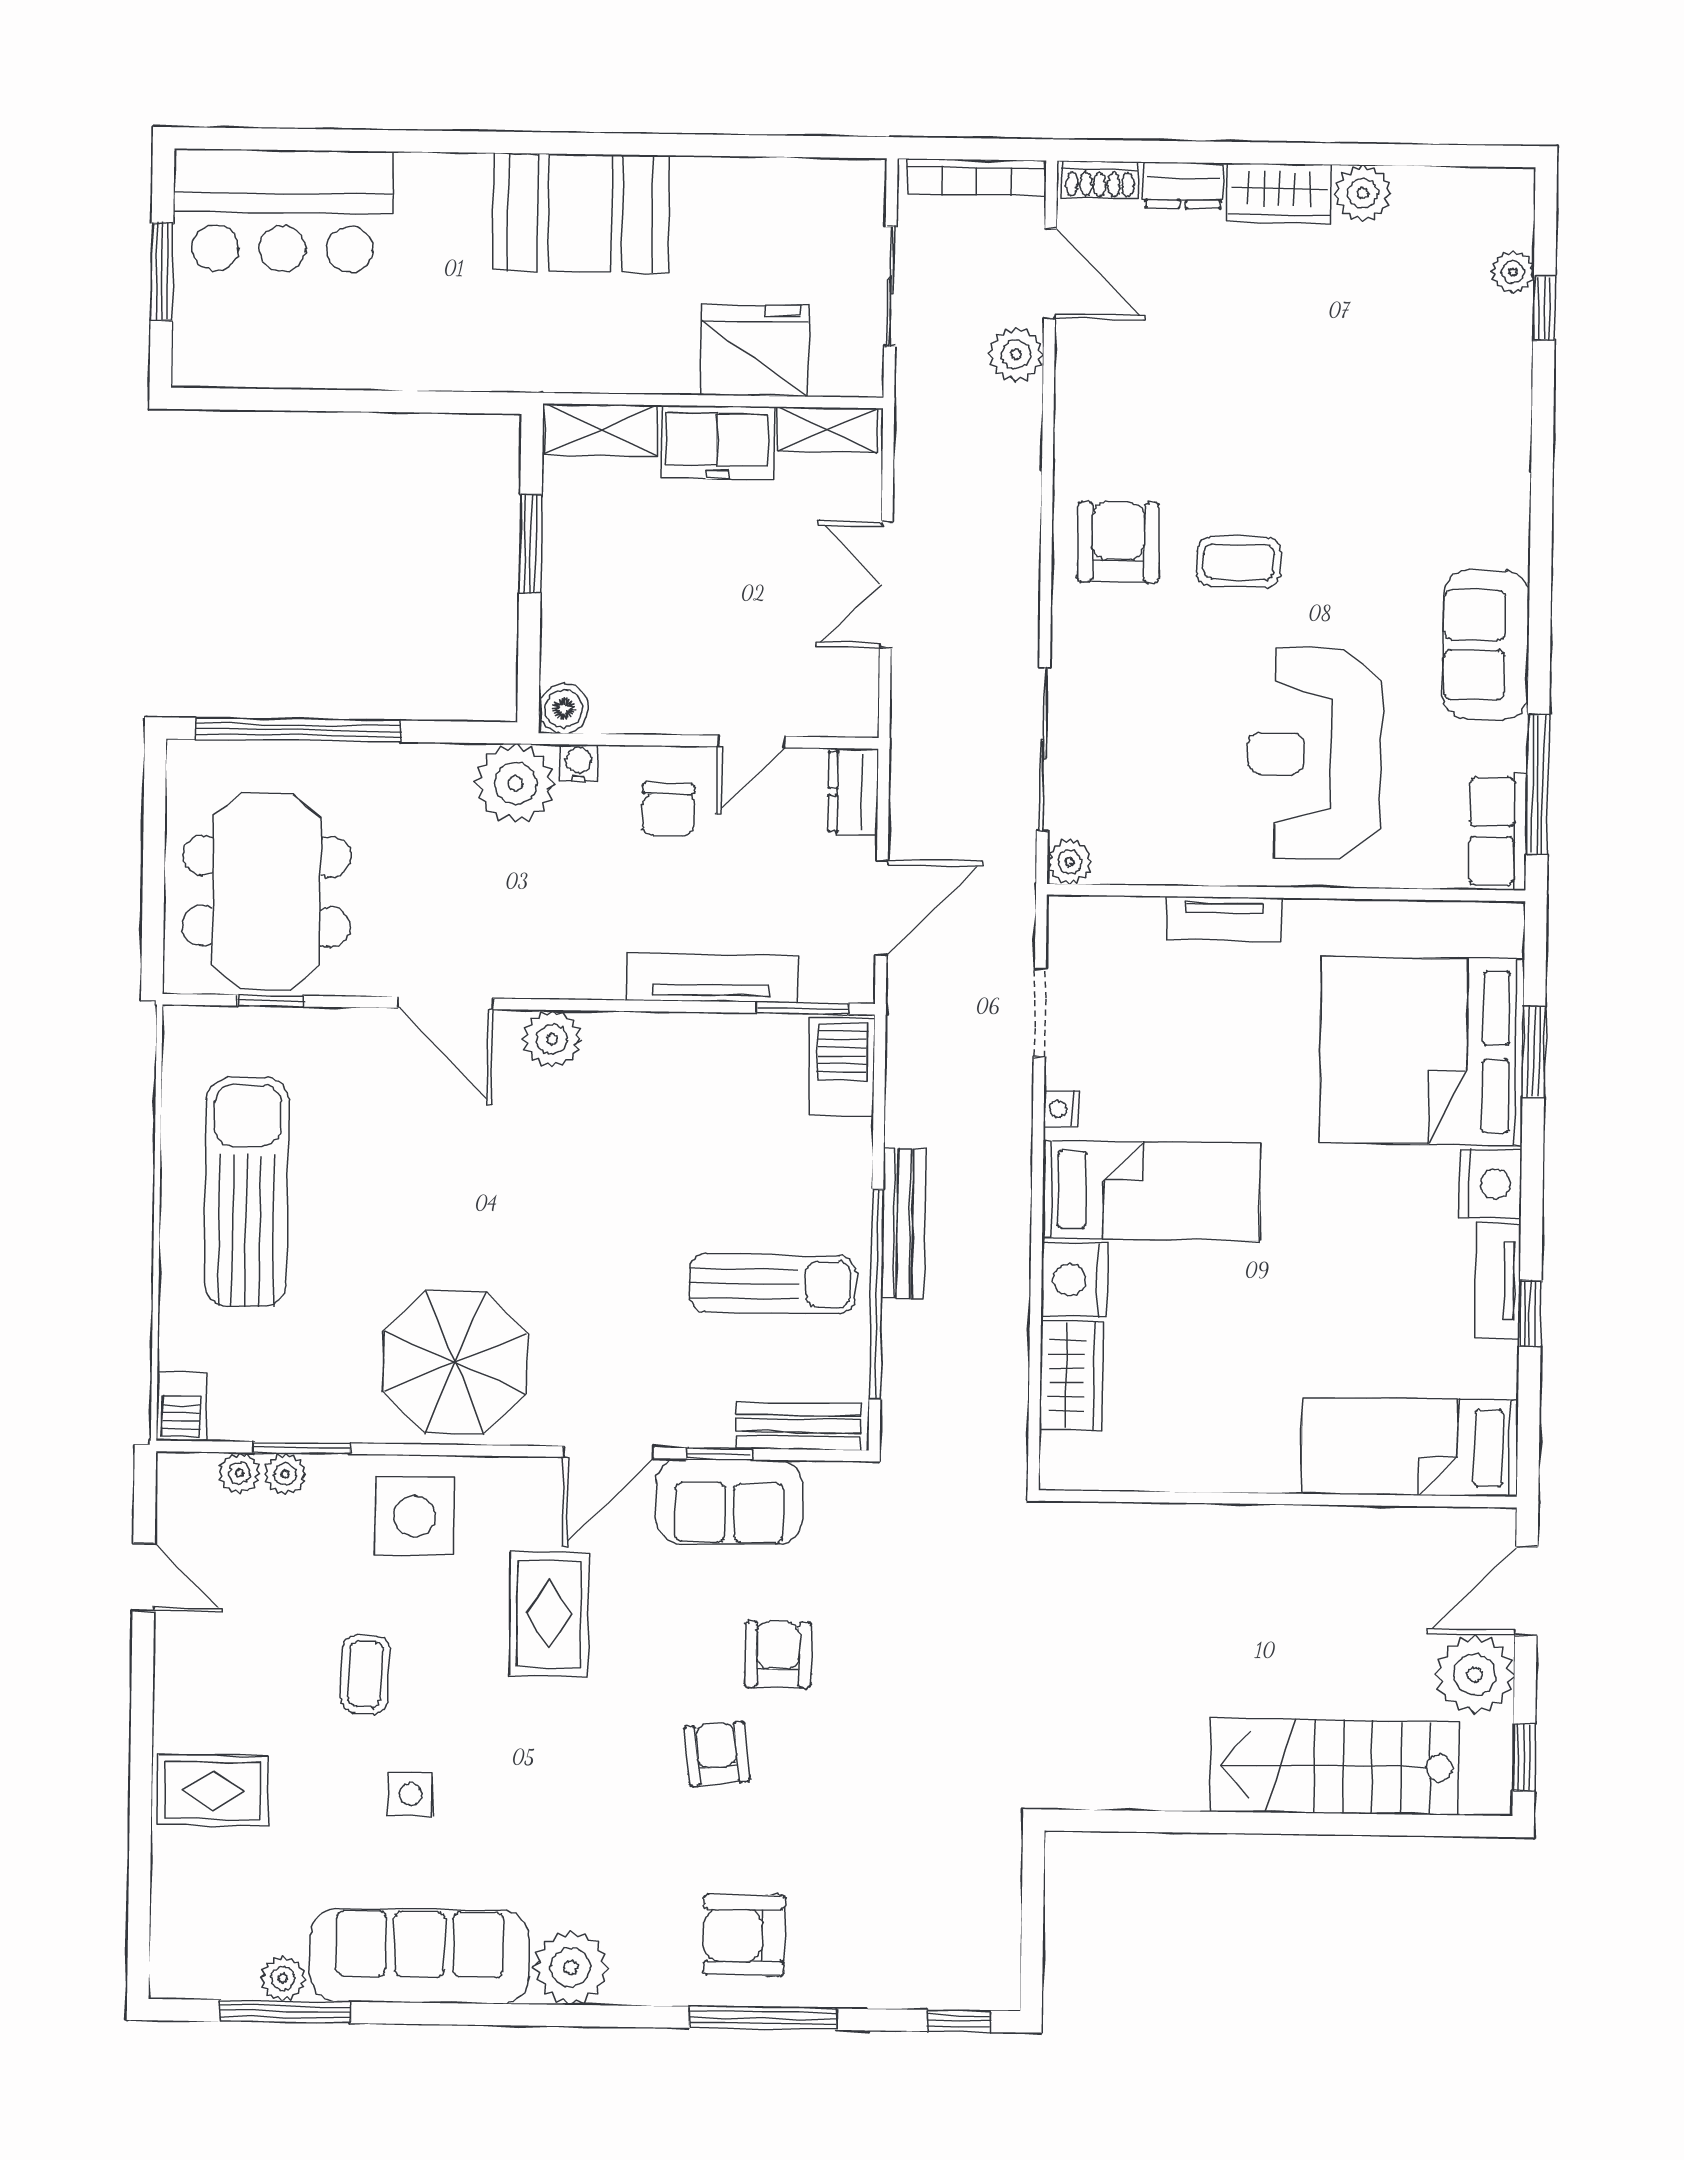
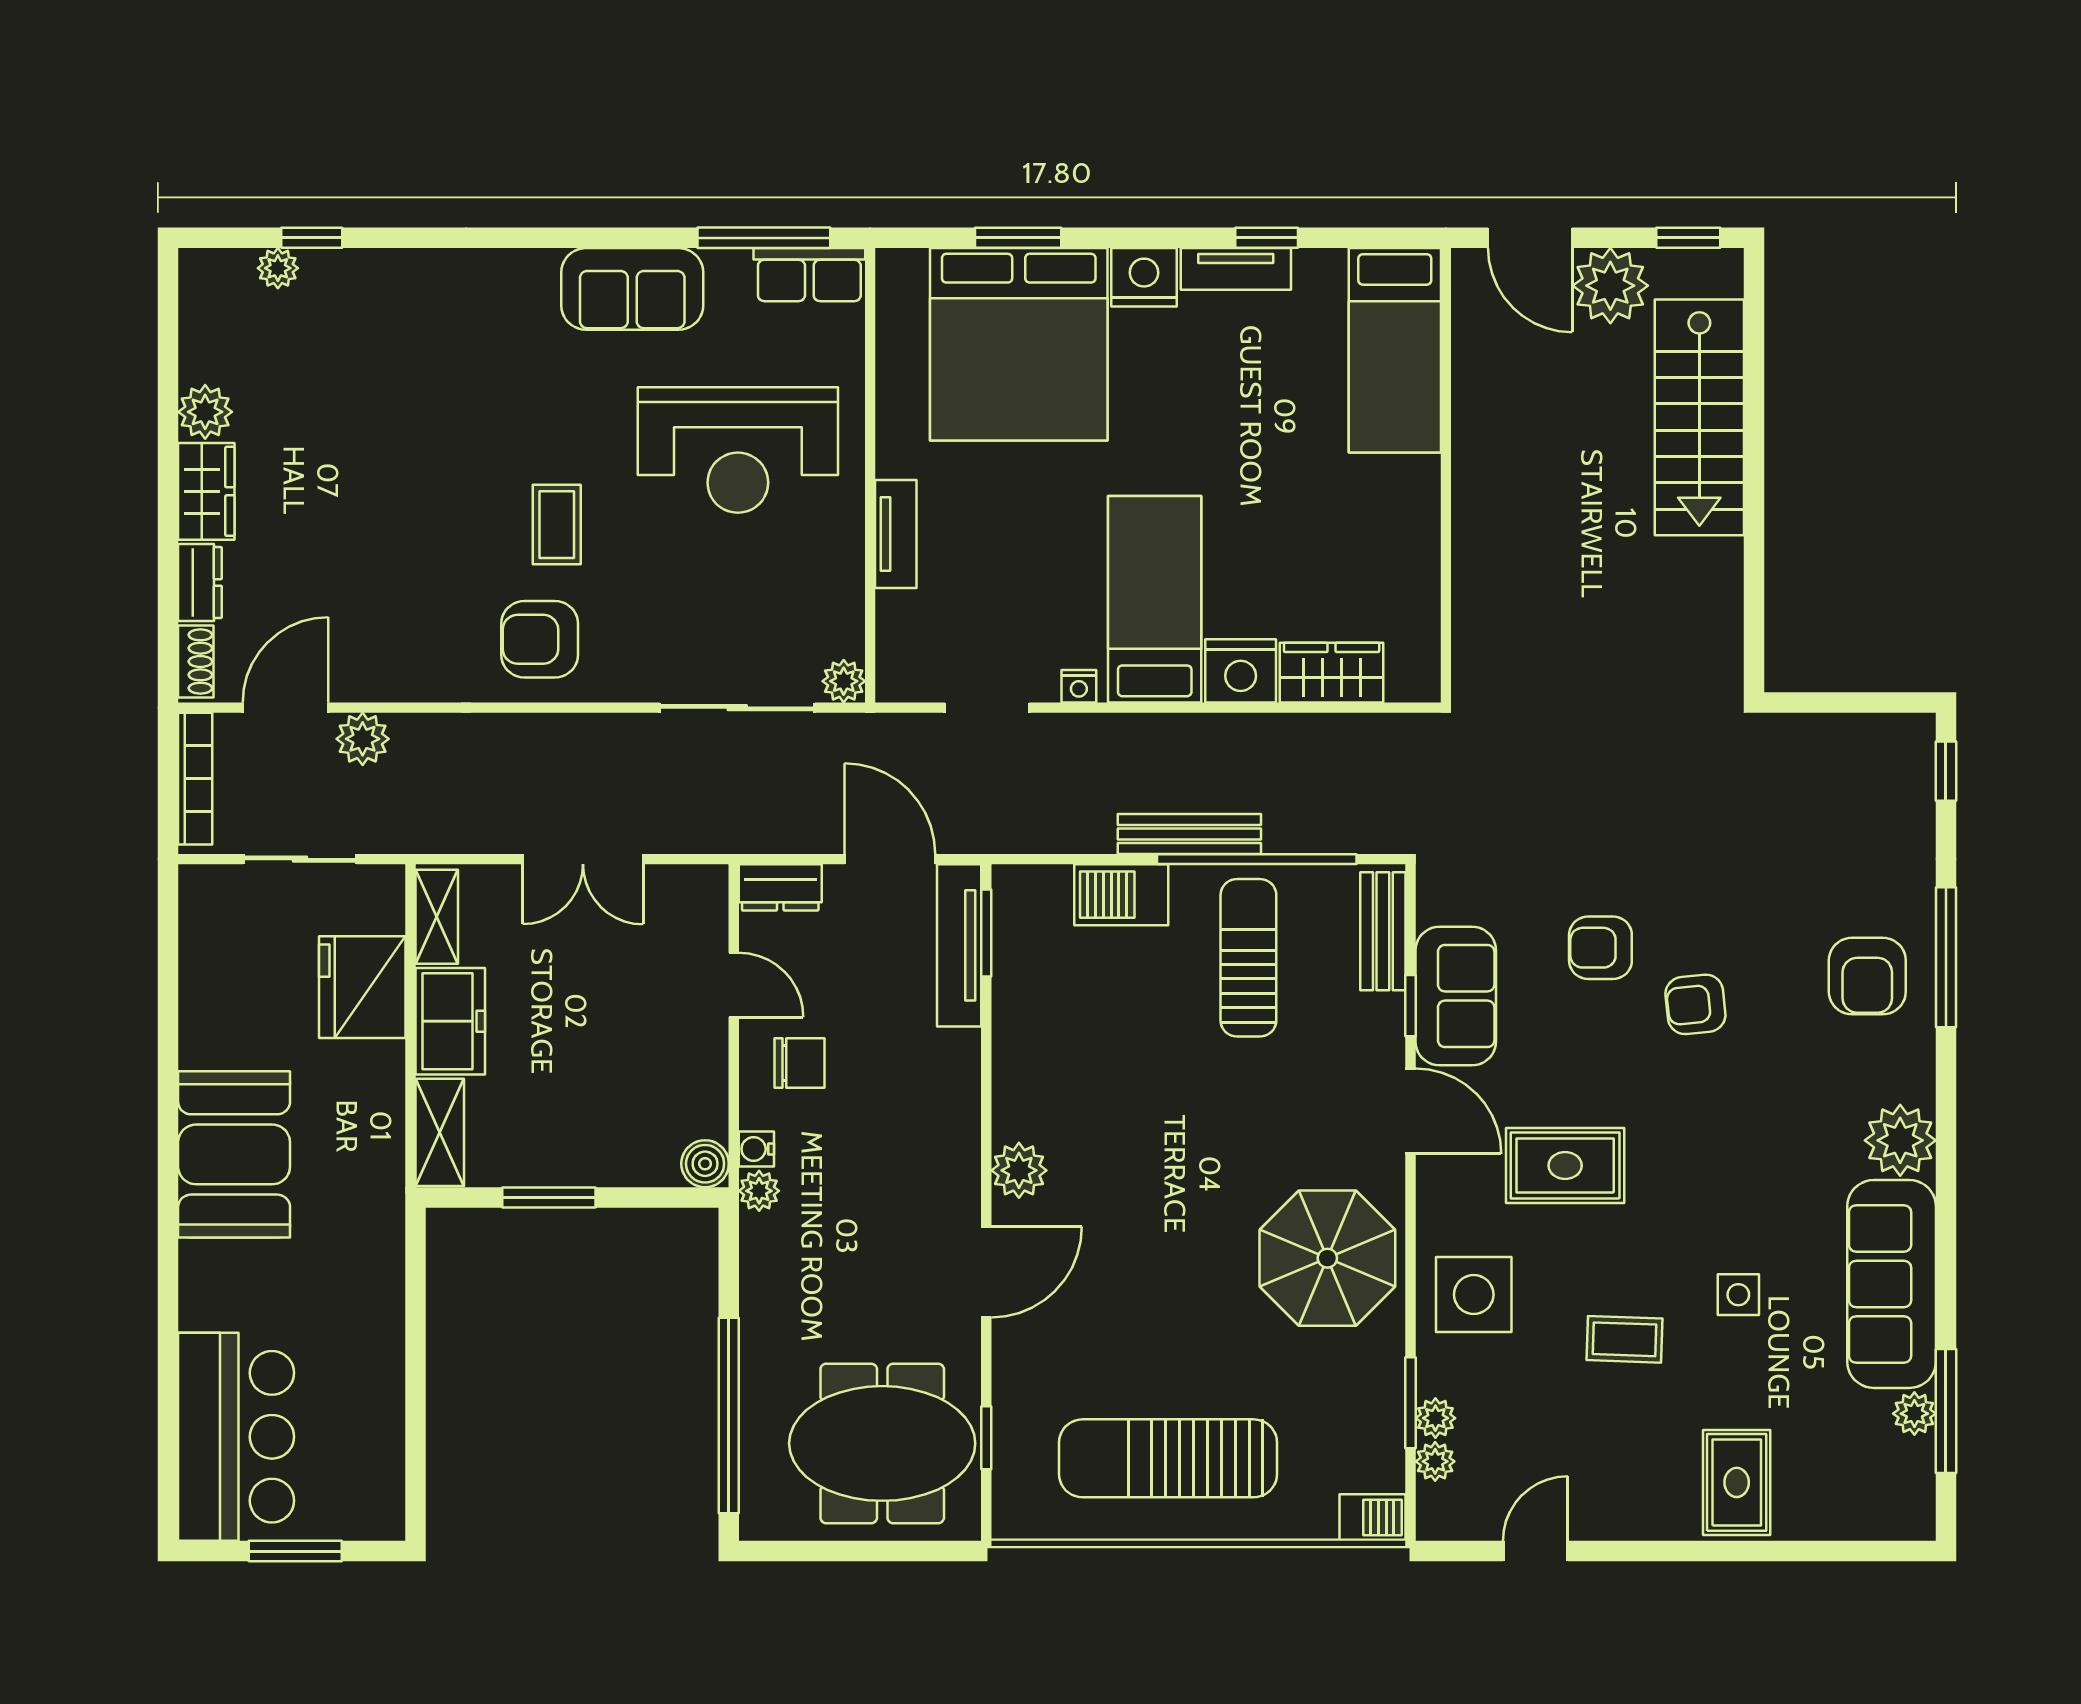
plant: (515, 783) -> (759, 1191), width x0.53, depth x0.53
tv unit: (712, 978) -> (959, 945), moved
barbecue: (842, 1067) -> (1121, 895), moved

